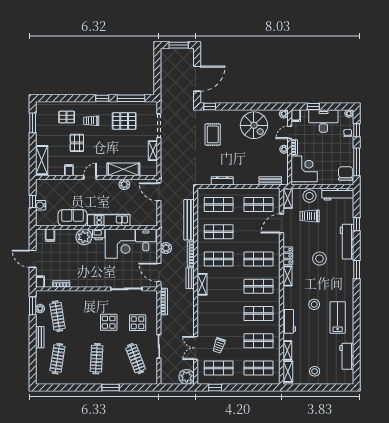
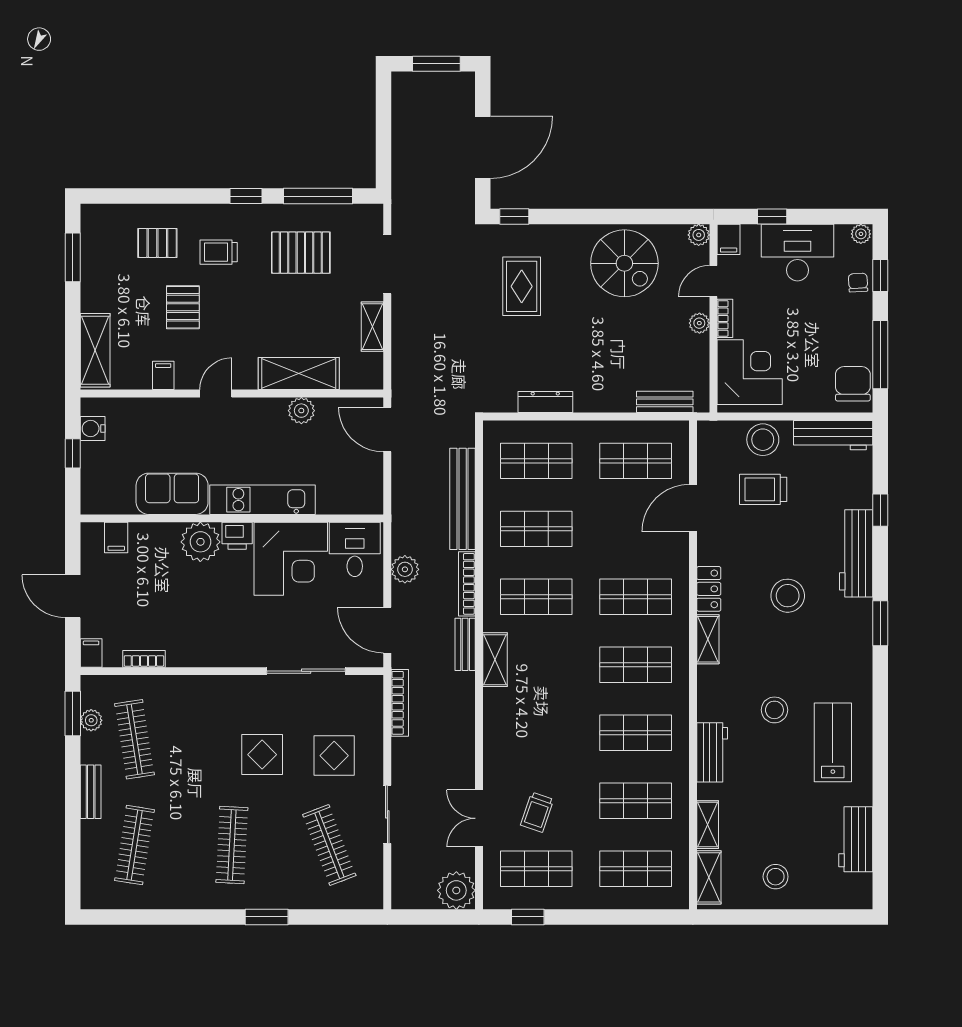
shelving: (288, 198) -> (708, 445), removed
water cooler: (41, 205) -> (93, 429), moved

